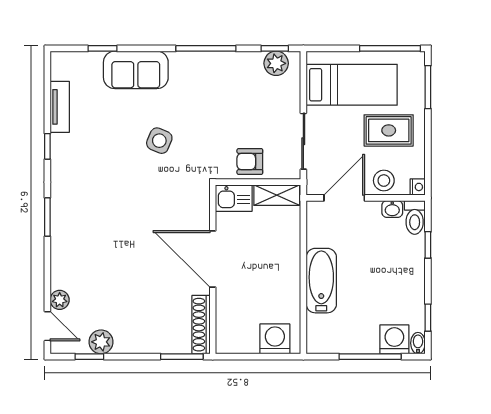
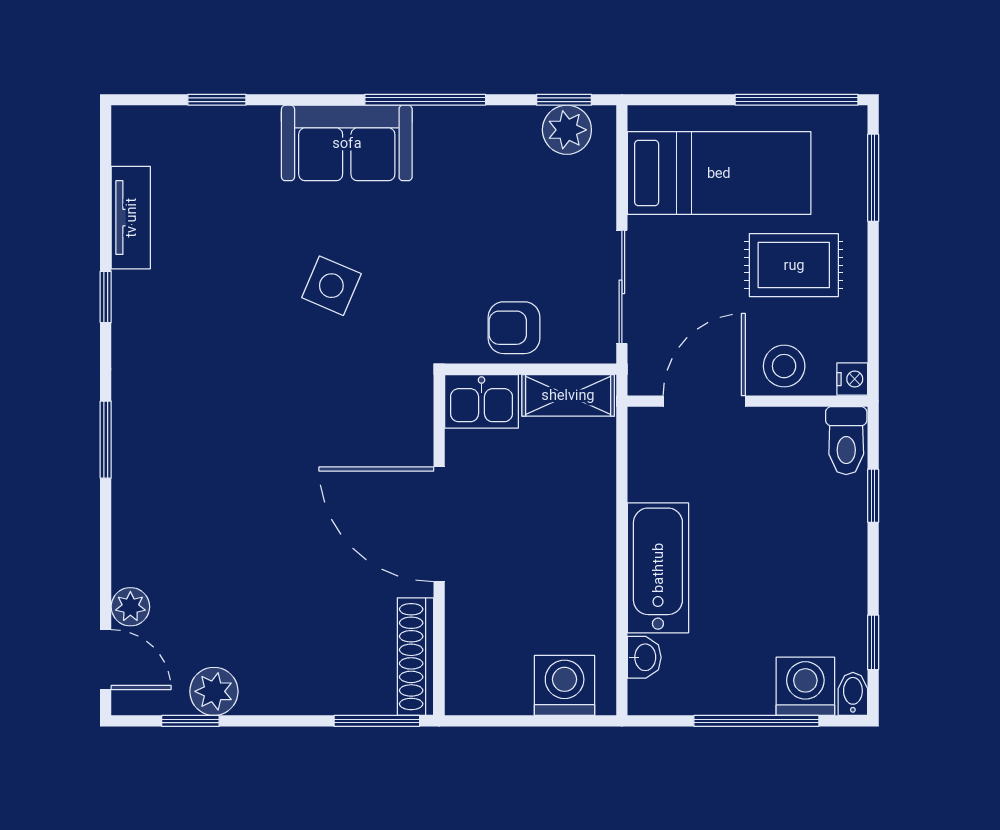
sofa: (136, 70) -> (347, 143), moved
washbasin: (392, 209) -> (644, 657), moved, turned -90

